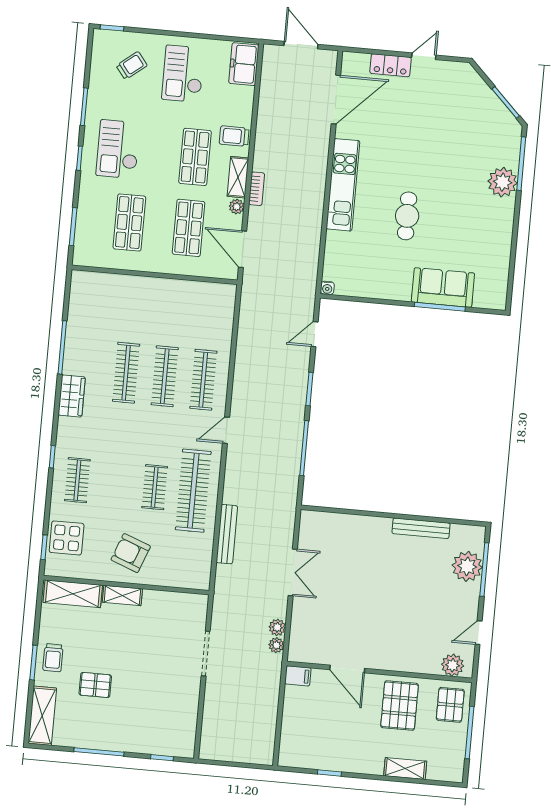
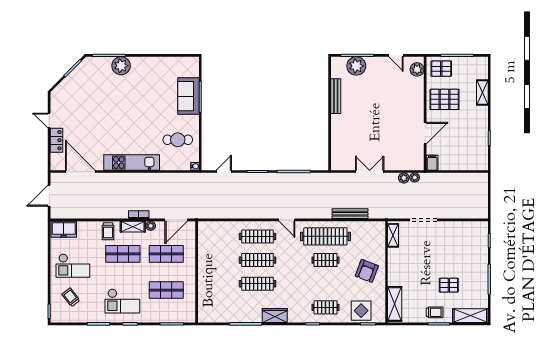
cafe table: (407, 216) -> (178, 140), moved
door: (314, 334) -> (224, 172), swing flipped
shelving: (122, 595) -> (393, 235), moved
pallet: (95, 685) -> (449, 285), turned 90

